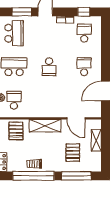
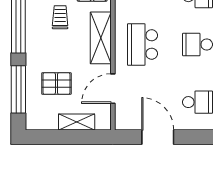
school desk: (49, 100) -> (142, 44), added
trolley: (34, 164) -> (60, 17), moved

